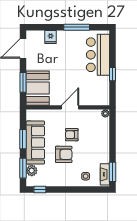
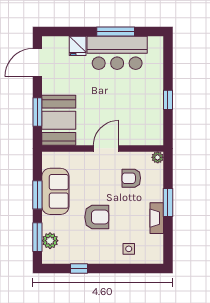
bar counter: (98, 55) -> (117, 53), moved, turned -90
armchair: (72, 135) -> (131, 178), moved
sofa: (35, 143) -> (55, 191), width x0.73
window: (113, 172) -> (168, 202), moved
fireplace: (105, 174) -> (157, 218), moved
window: (40, 190) -> (79, 268), moved

